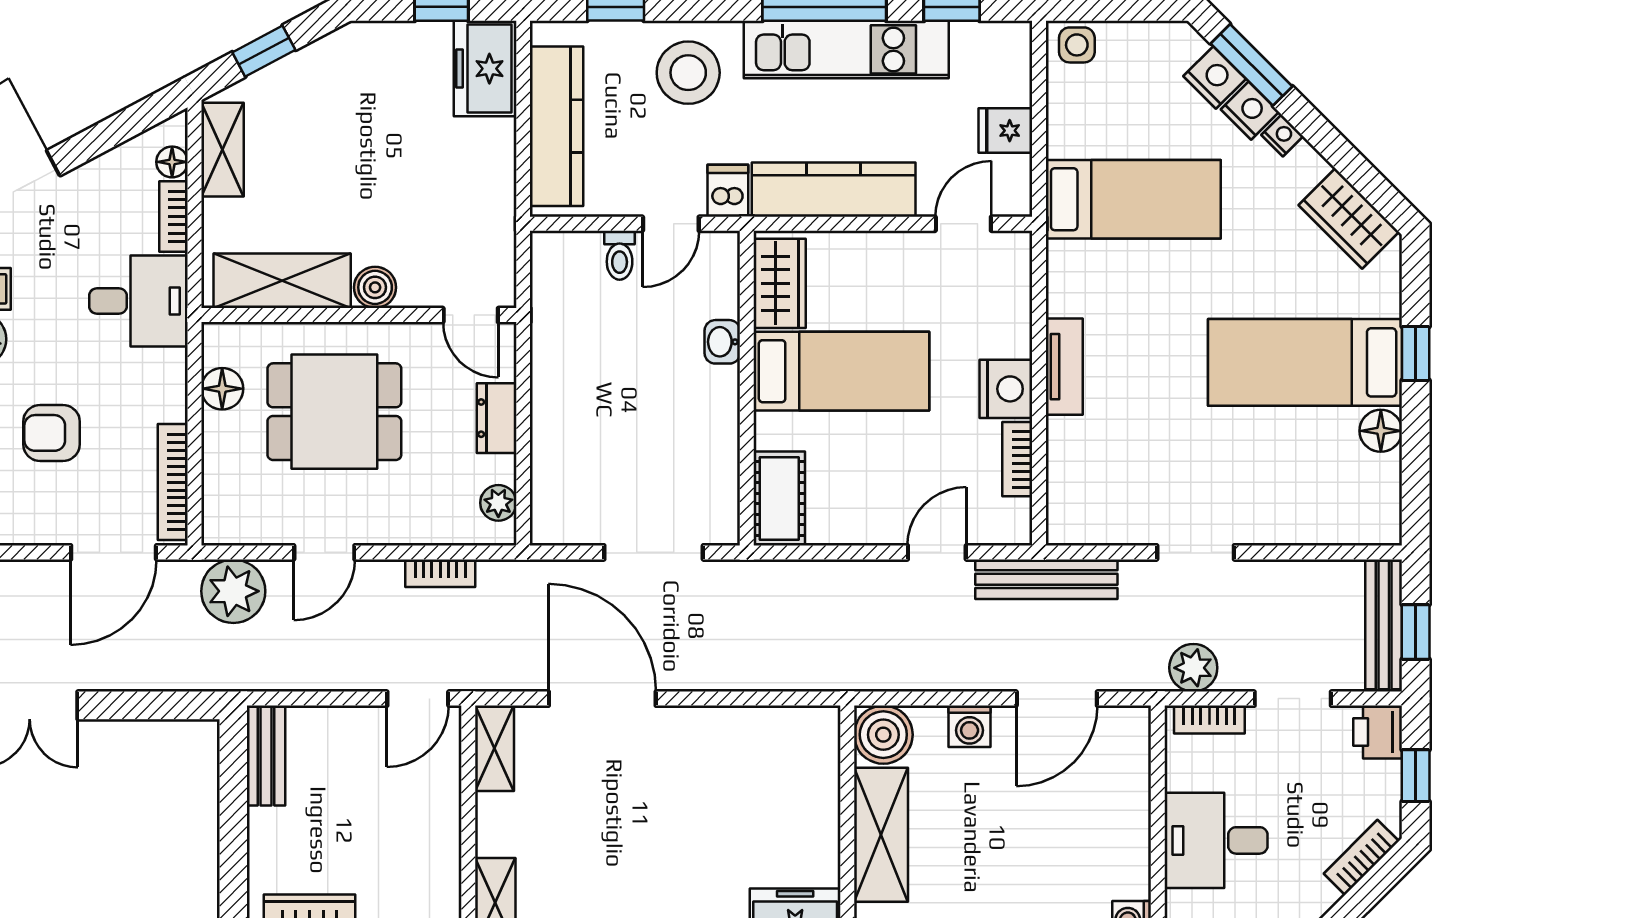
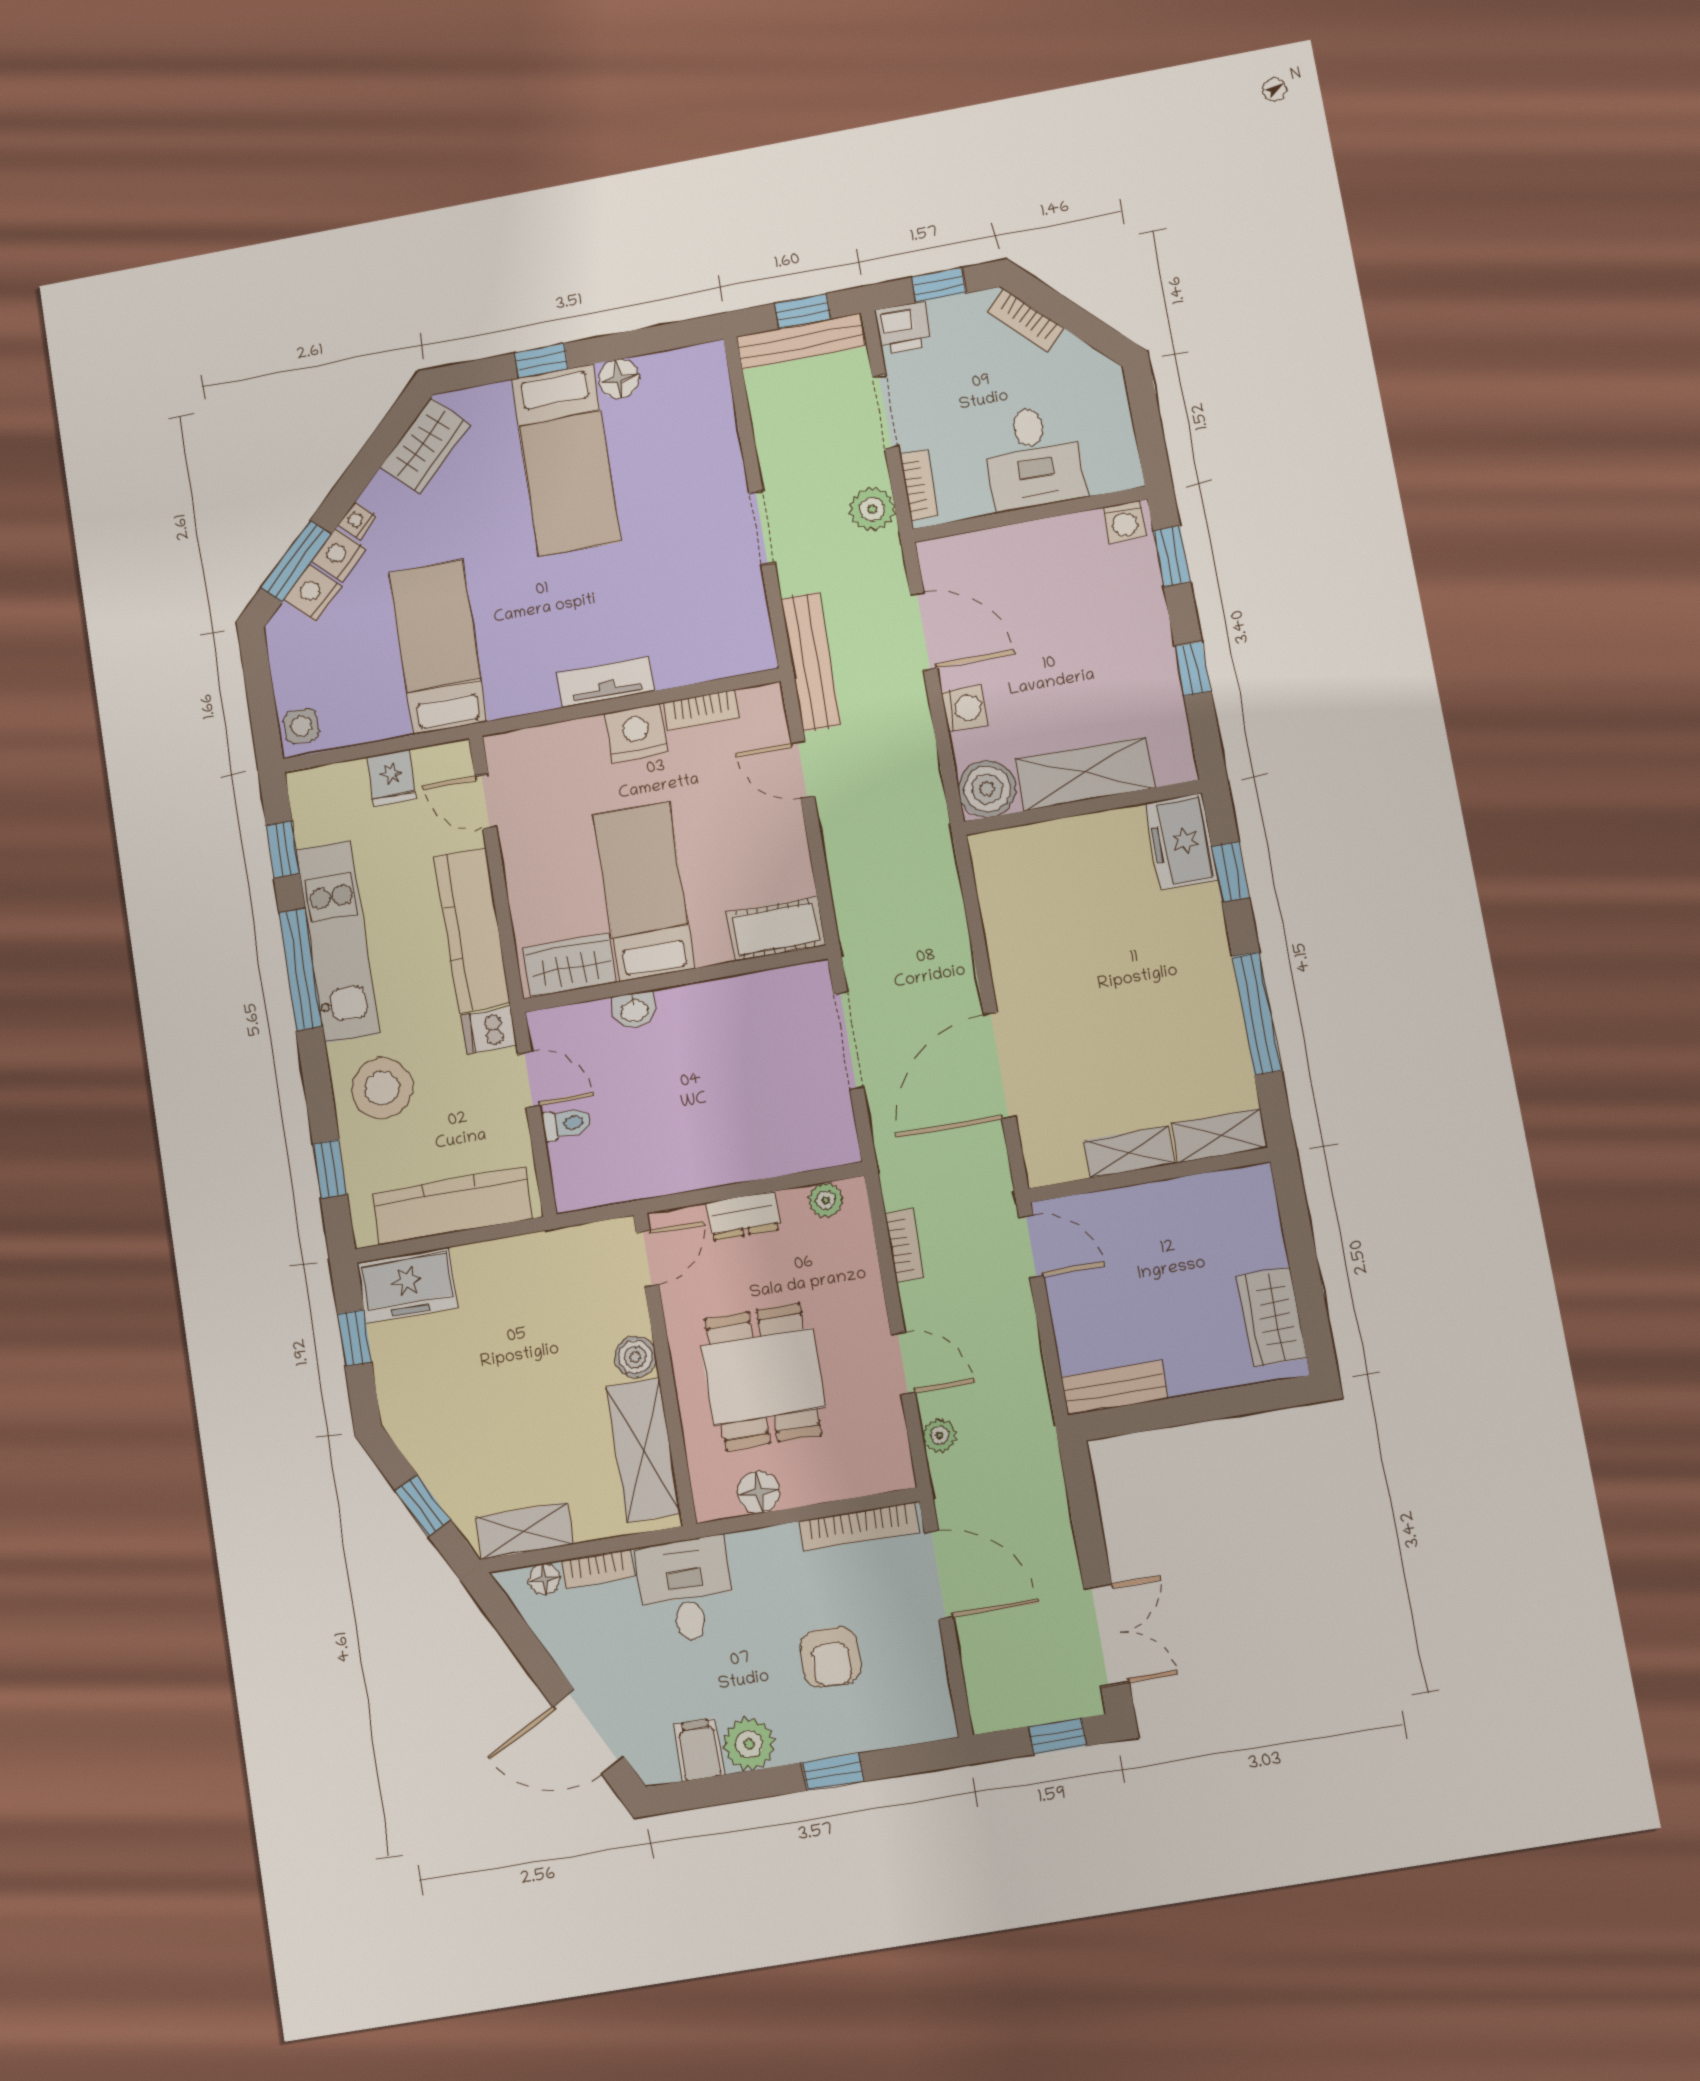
plant: (233, 591) -> (940, 1435), width x0.53, depth x0.53
shelving: (494, 748) -> (1129, 1152), moved

